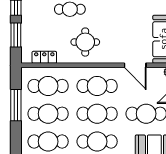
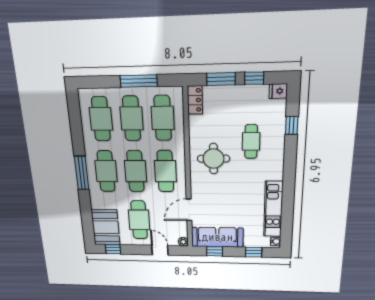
locker: (44, 57) -> (195, 100), moved

